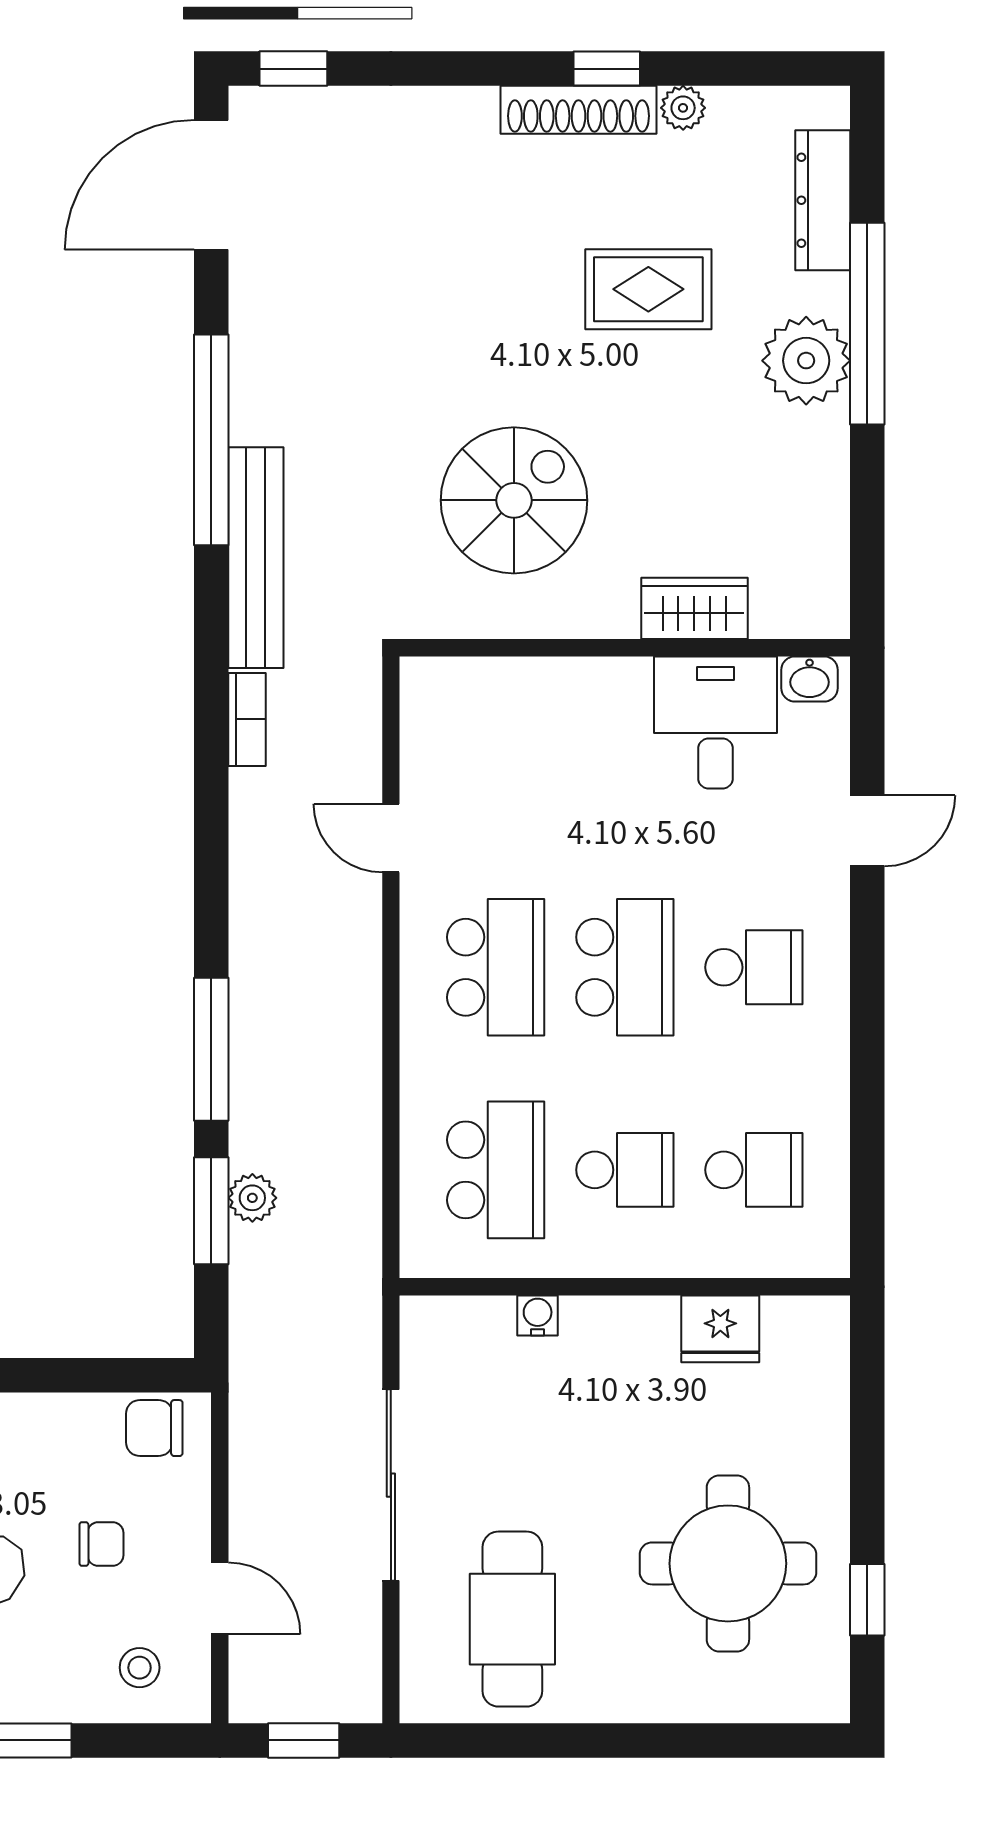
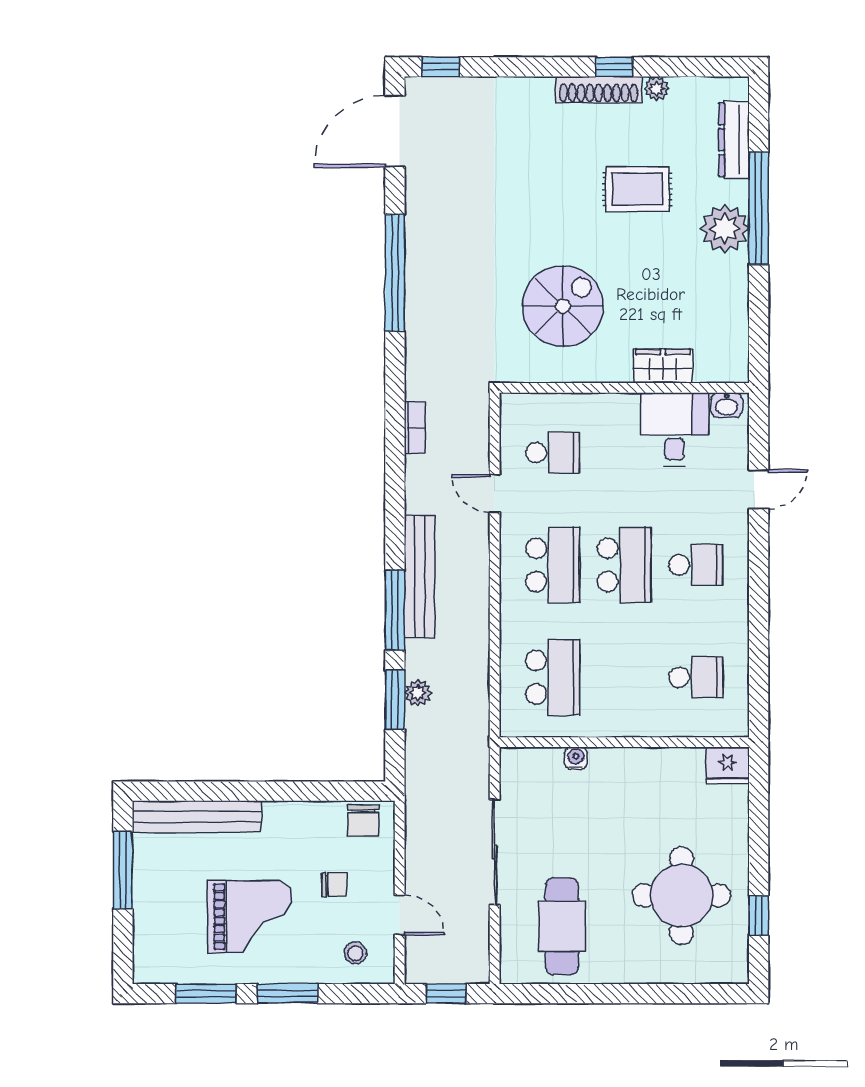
bench: (256, 558) -> (420, 577), moved
school desk: (625, 1170) -> (553, 453), moved
fridge: (720, 1329) -> (728, 765), moved
chair: (154, 1428) -> (363, 820), turned -90

